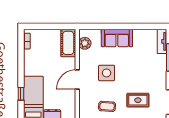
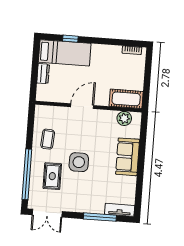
side table: (107, 73) -> (79, 162), moved
door: (77, 79) -> (82, 106), hinge flipped

